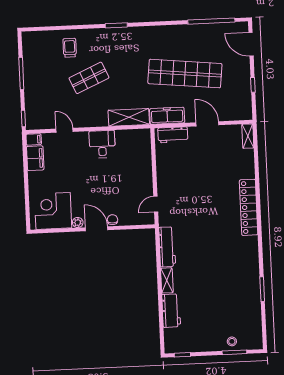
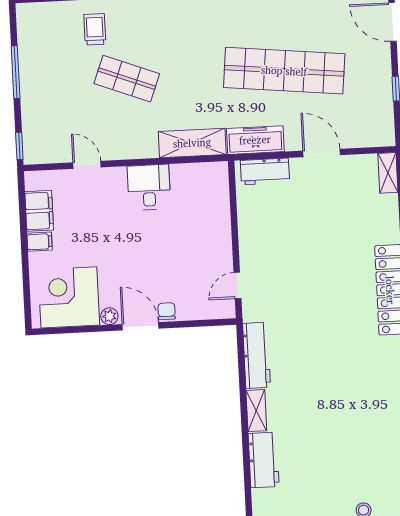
shop shelf: (89, 78) -> (127, 79), turned 45
filing cabinet: (34, 139) -> (40, 242), moved

